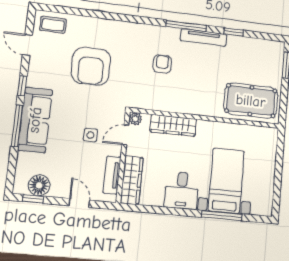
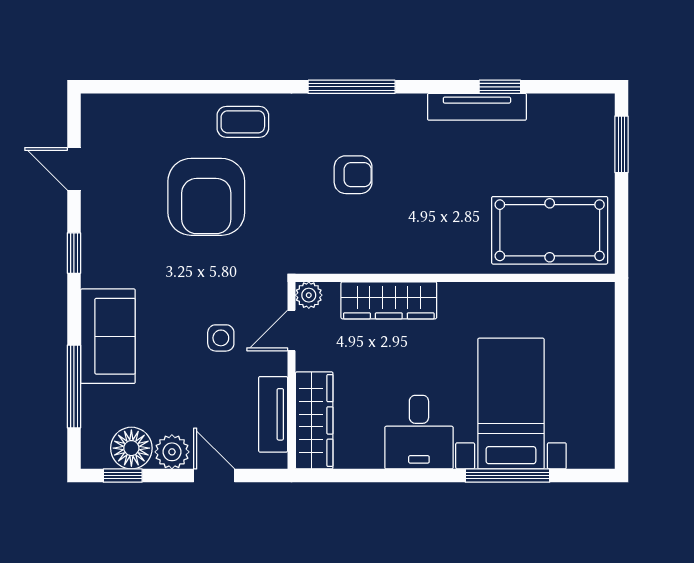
coffee table: (53, 25) -> (243, 122), moved
window: (186, 26) -> (352, 87), moved
tv unit: (204, 37) -> (477, 107), moved
armchair: (162, 64) -> (353, 175), turned 90
sofa: (35, 120) -> (108, 336), width x0.73
window: (17, 126) -> (74, 386), moved
plant: (59, 189) -> (172, 452), added

